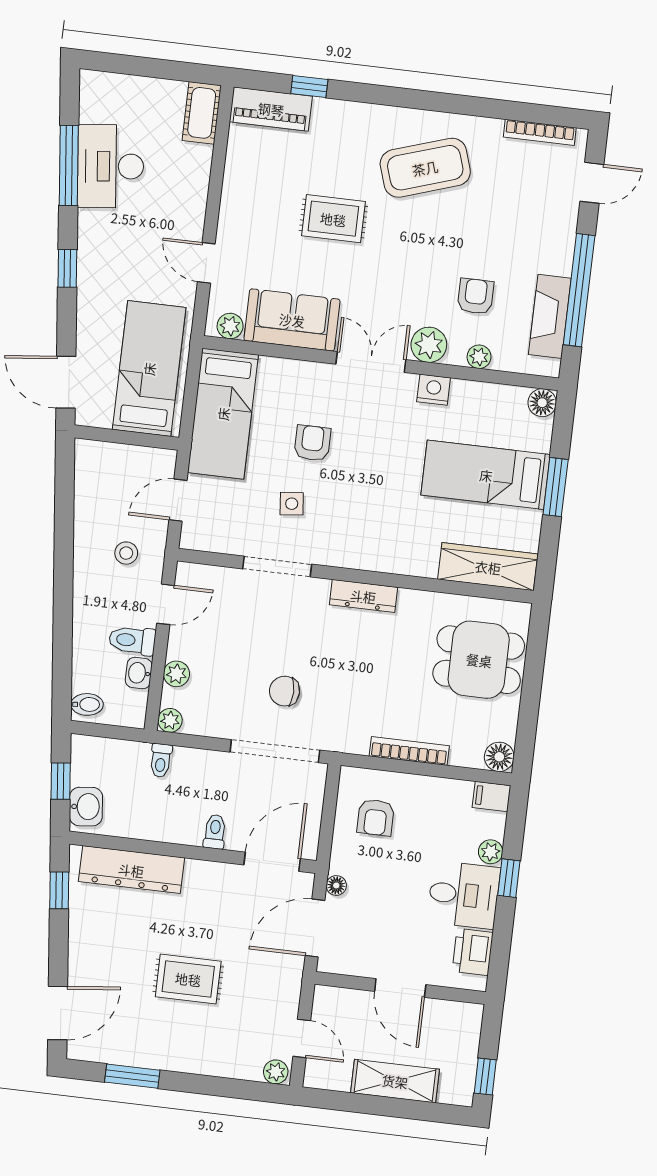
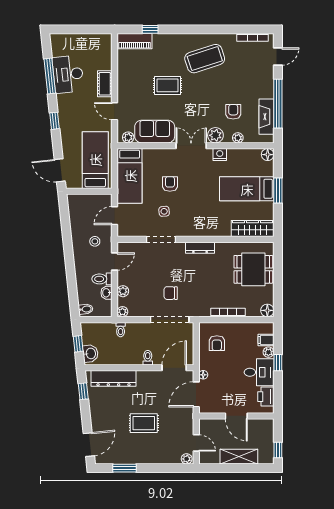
cot: (202, 113) -> (105, 84), moved
filing cabinet: (491, 797) -> (266, 340), moved

